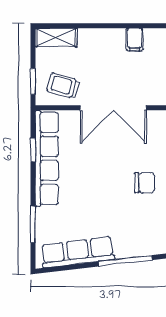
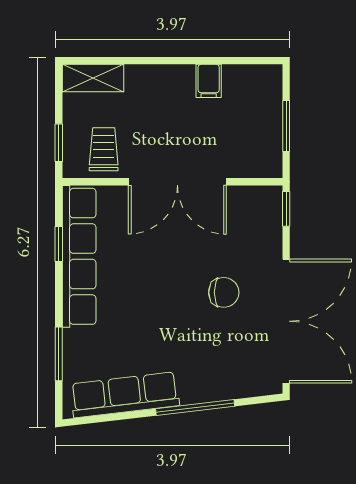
trolley: (63, 86) -> (104, 149), turned 74

